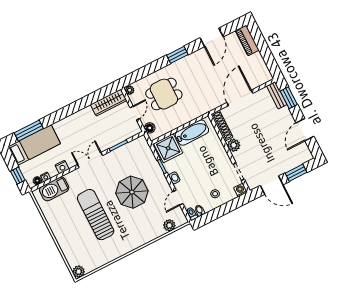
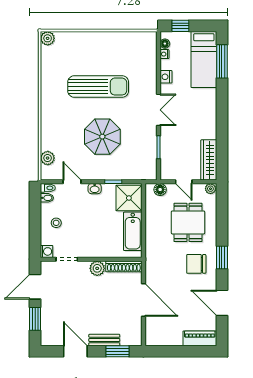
chair: (192, 72) -> (196, 264), added
bench: (277, 95) -> (104, 340), moved
barbecue: (54, 189) -> (147, 57), removed

